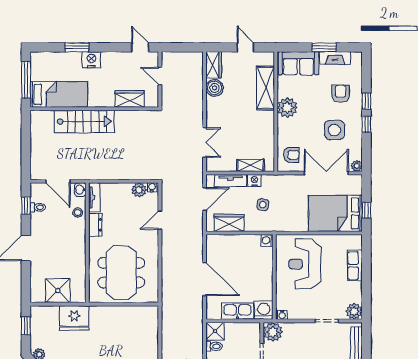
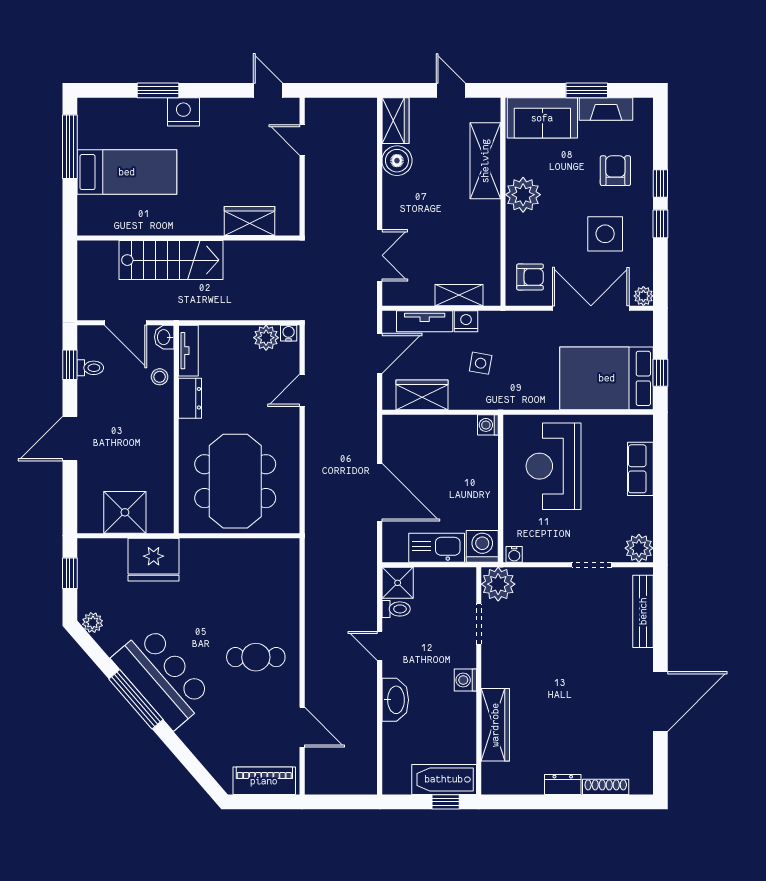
wardrobe: (130, 99) -> (249, 221), moved
wall: (94, 109) -> (188, 238), moved
stairs: (84, 121) -> (171, 260), moved

